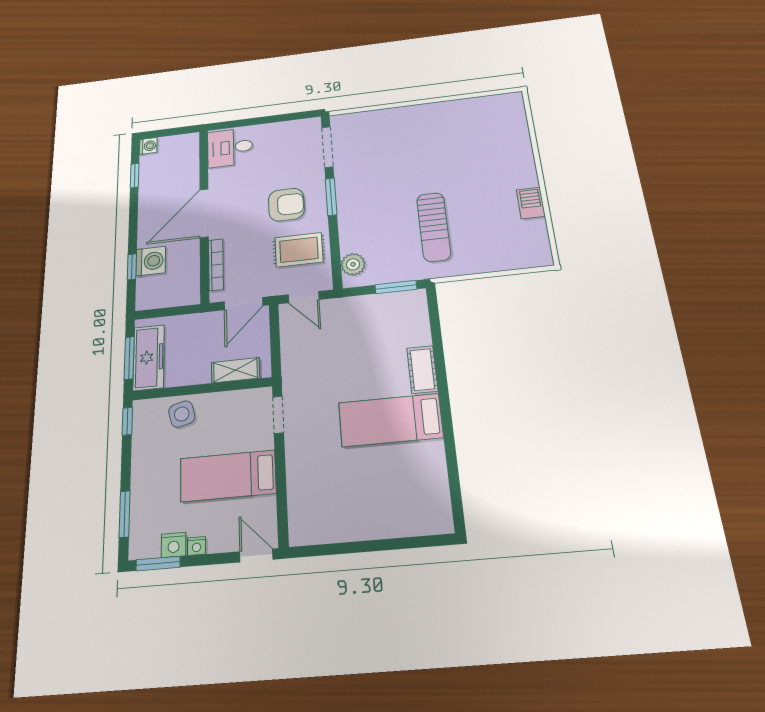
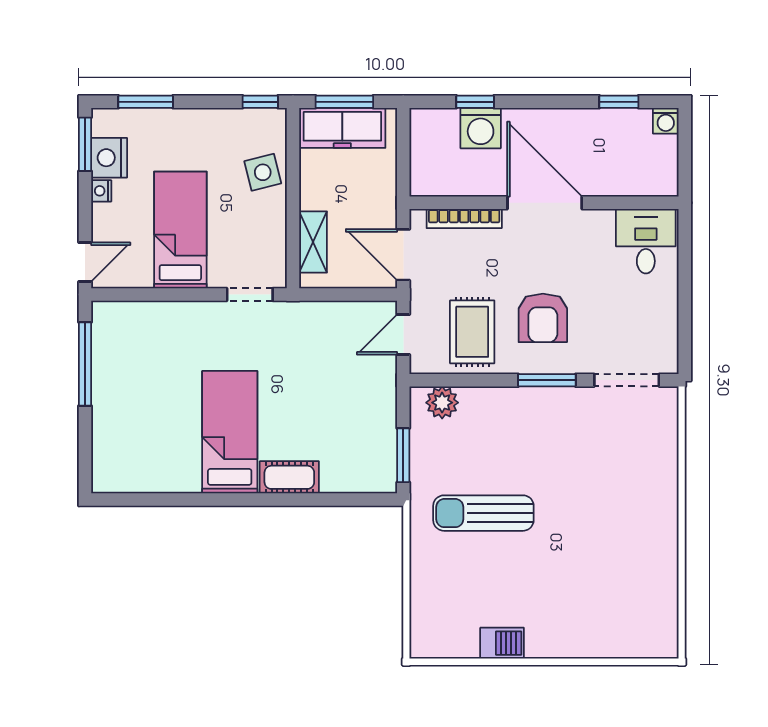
nightstand: (174, 545) -> (109, 158), width x1.36, depth x1.33
window: (343, 548) -> (85, 364), added

